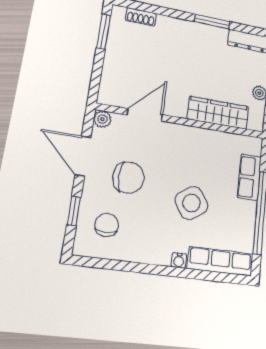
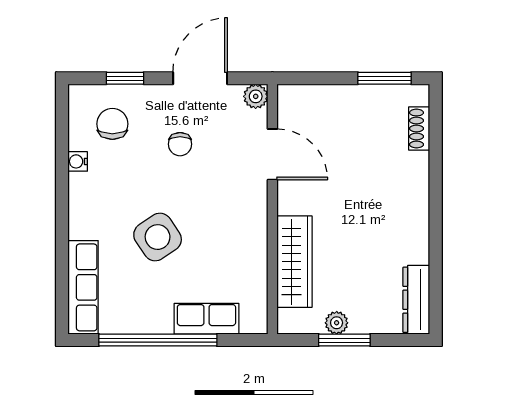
window: (212, 22) -> (436, 237), removed
chair: (129, 178) -> (180, 144), width x0.54, depth x0.54
chair: (107, 225) -> (112, 124), turned -90
water cooler: (179, 260) -> (78, 161), moved

